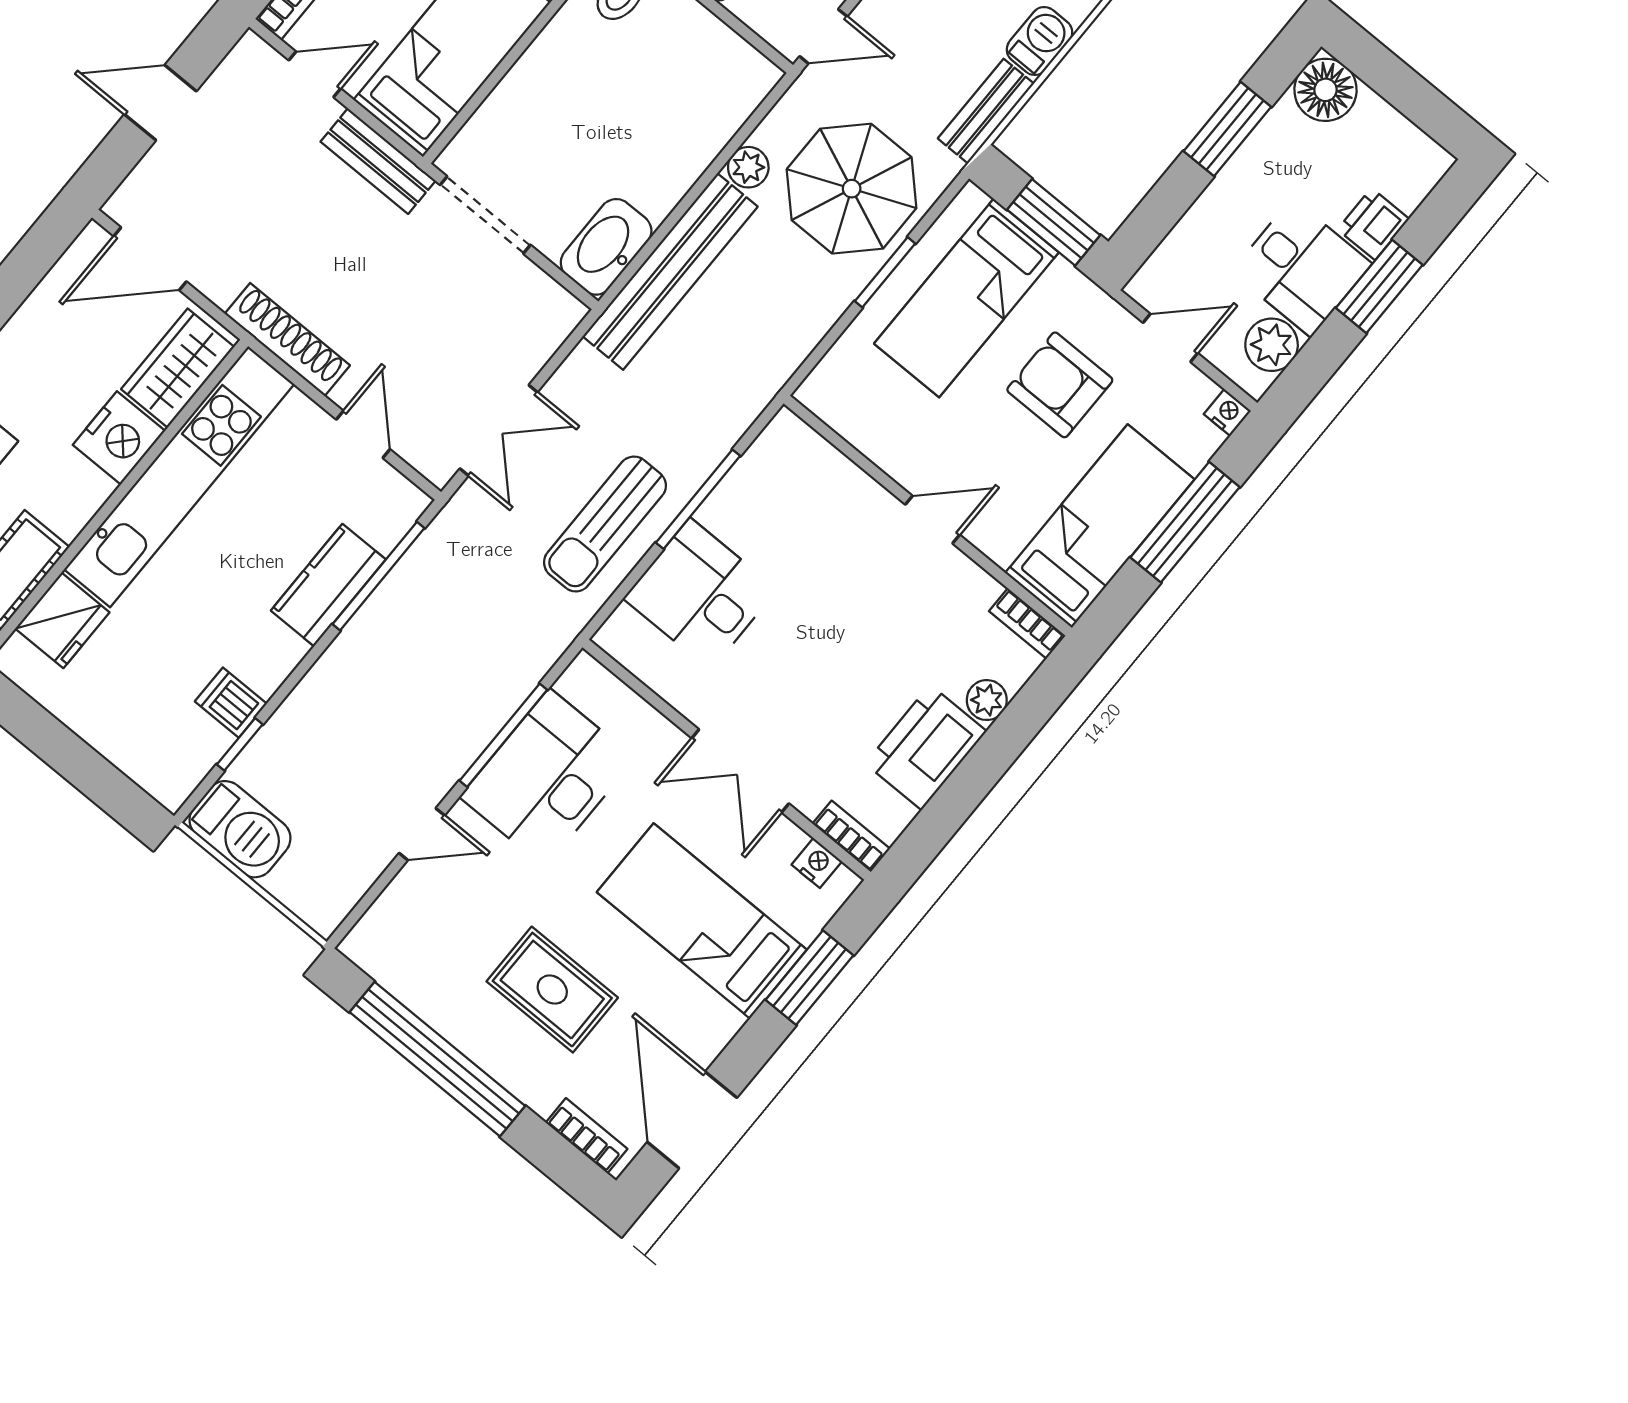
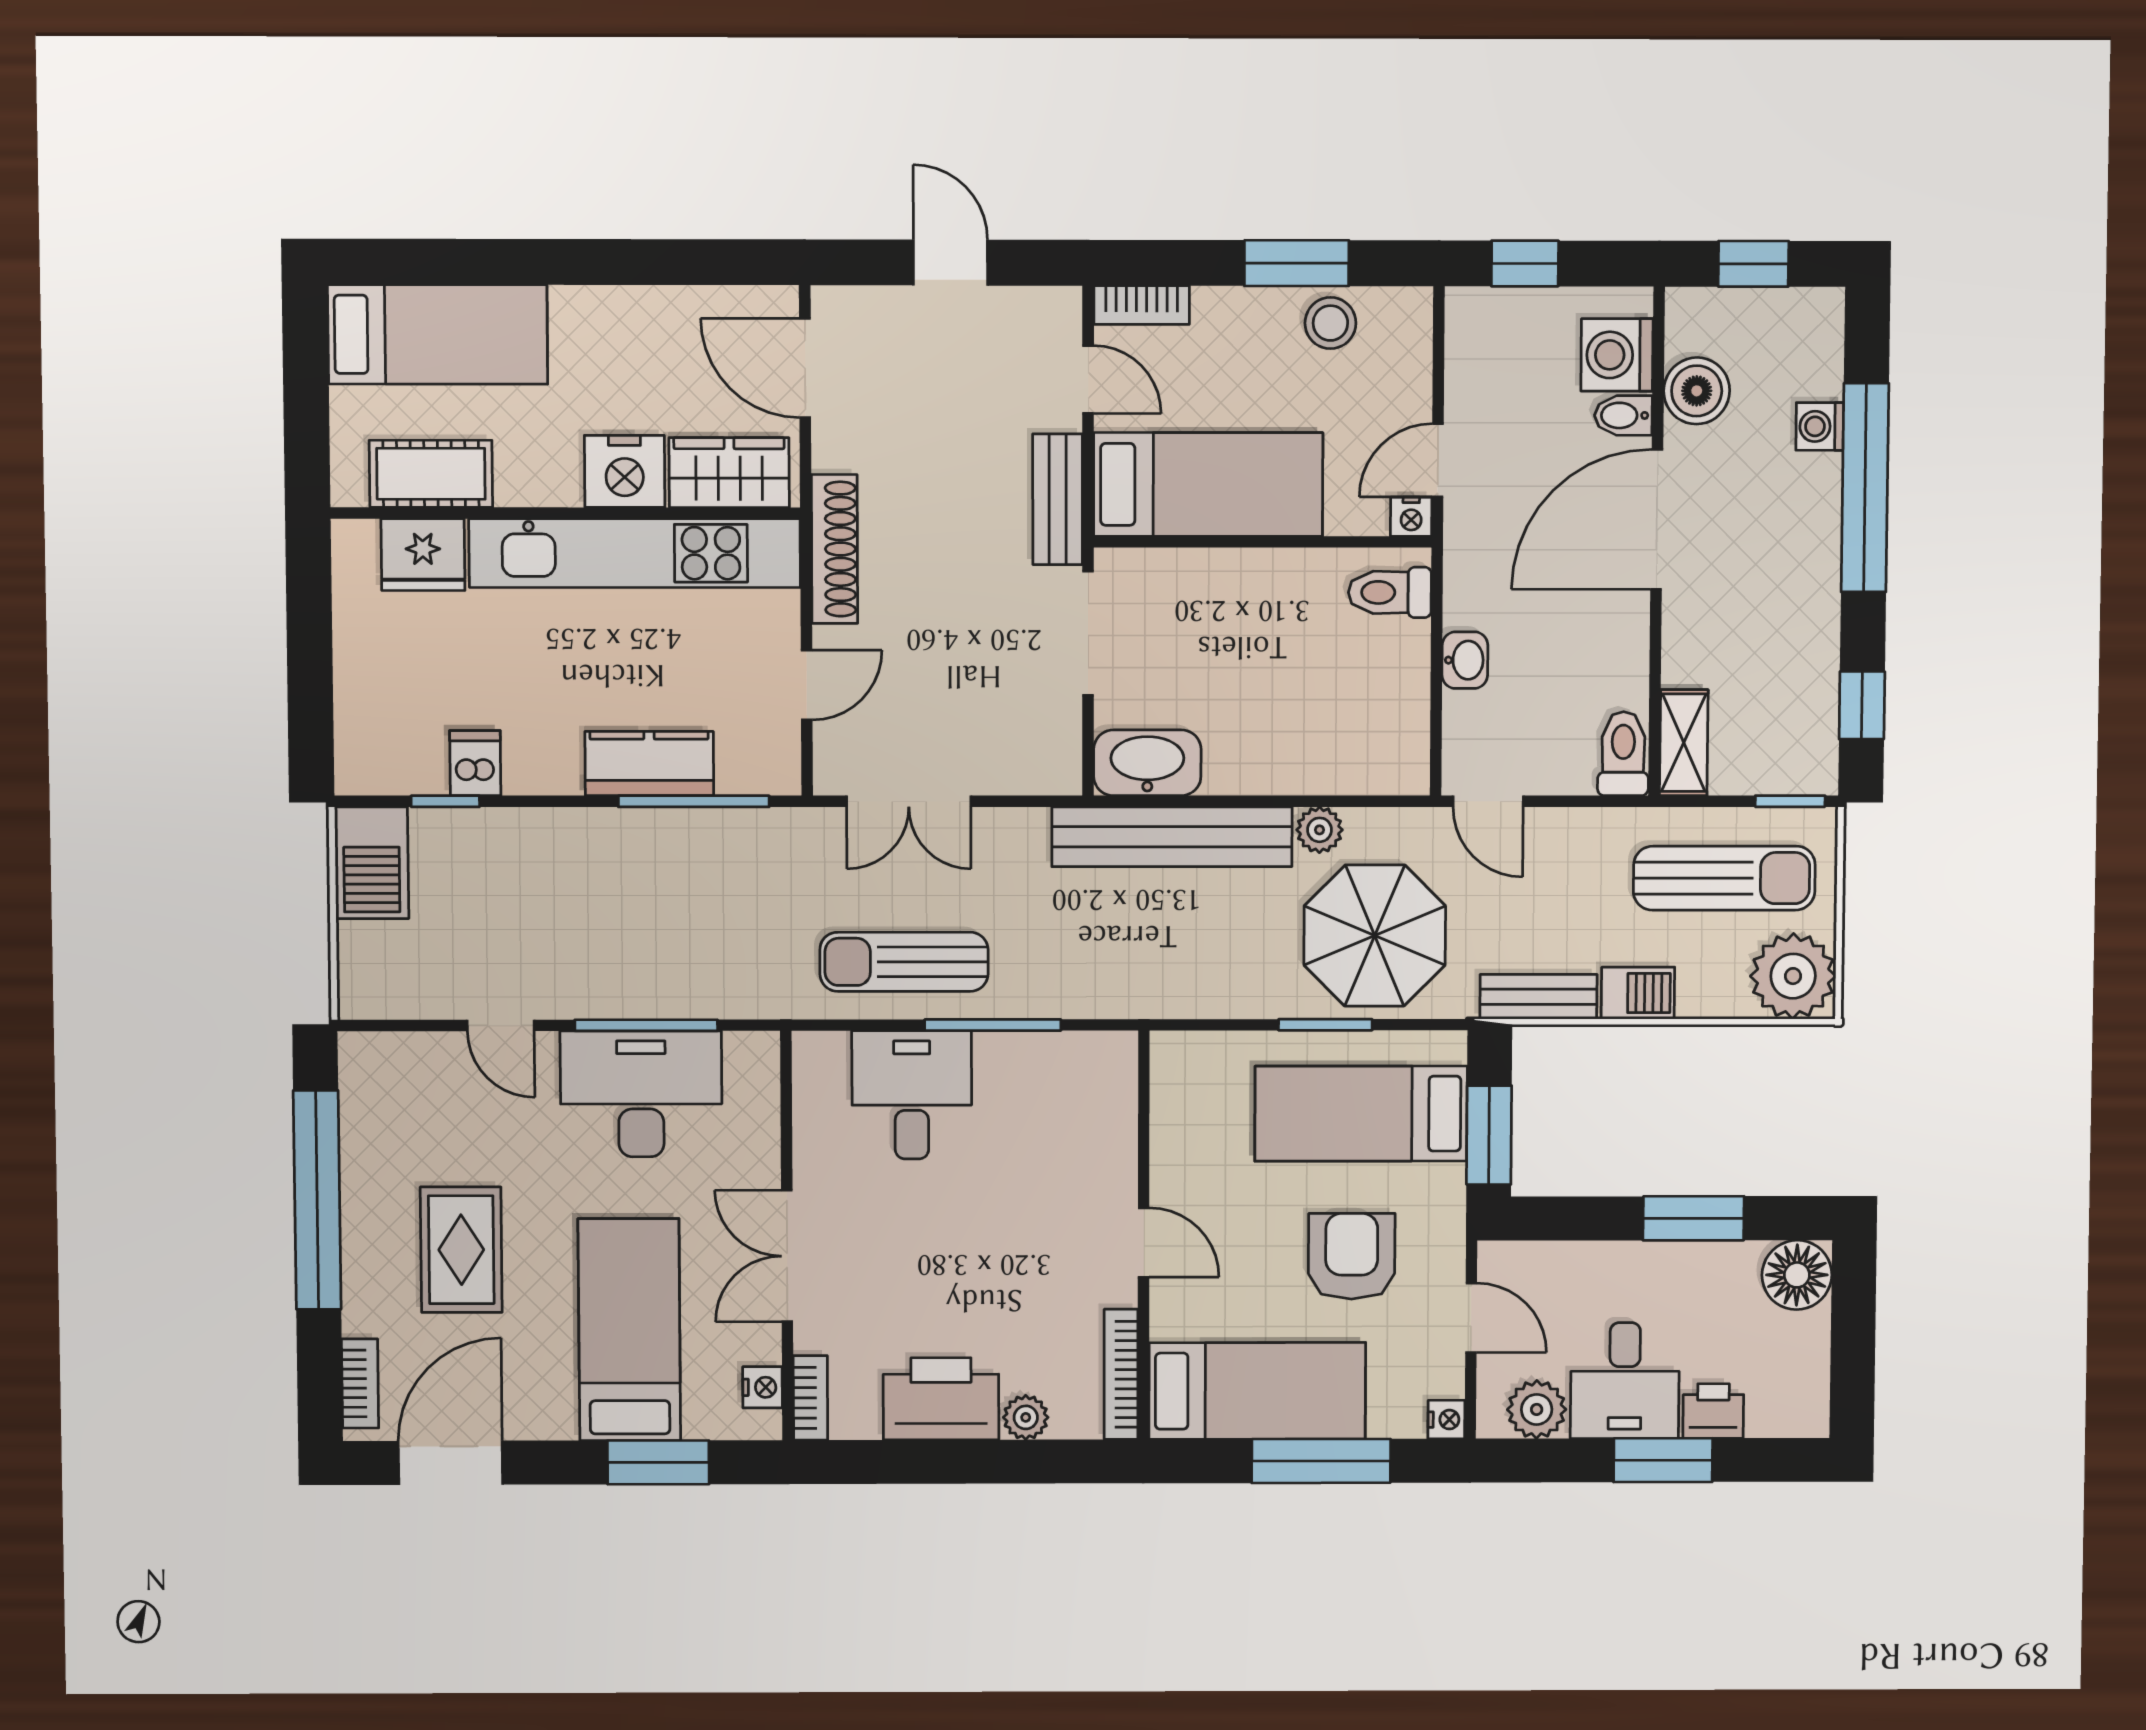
bookcase: (1027, 623) -> (1121, 1374), width x1.56

